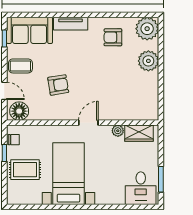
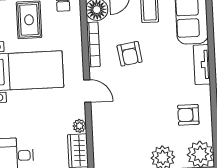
armchair: (113, 37) -> (188, 115), turned -90
bookcase: (49, 116) -> (93, 44), added

